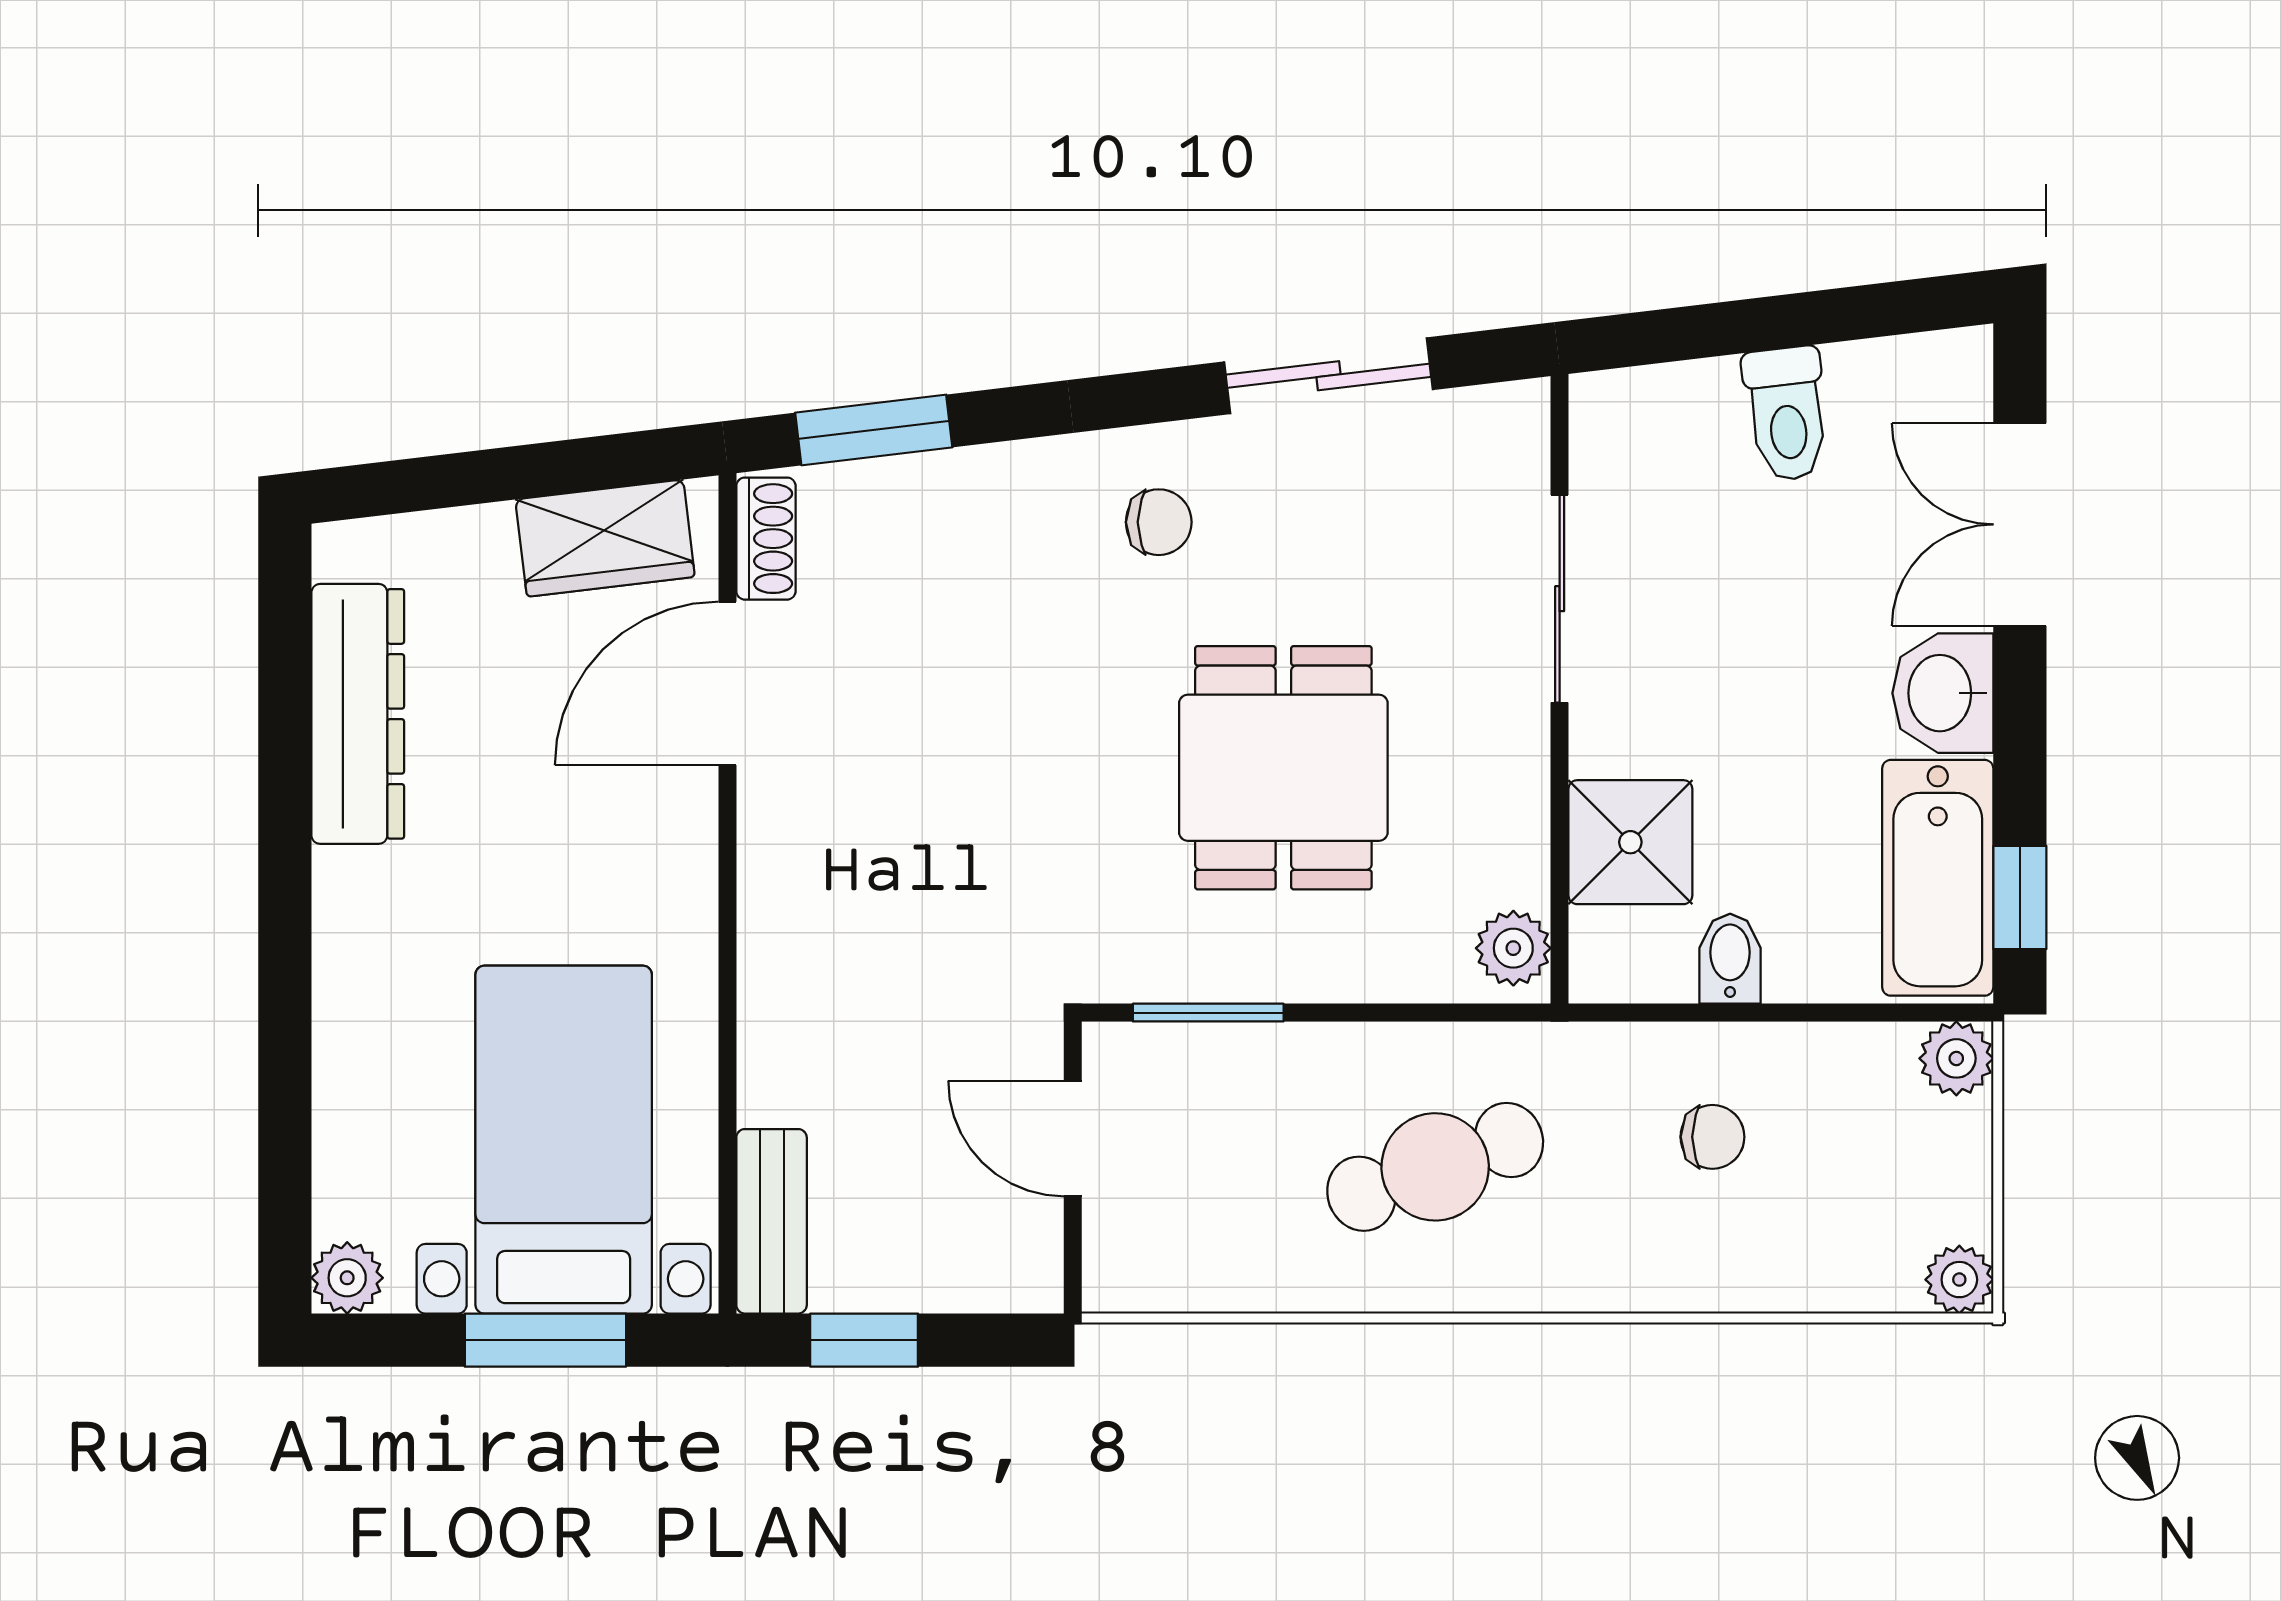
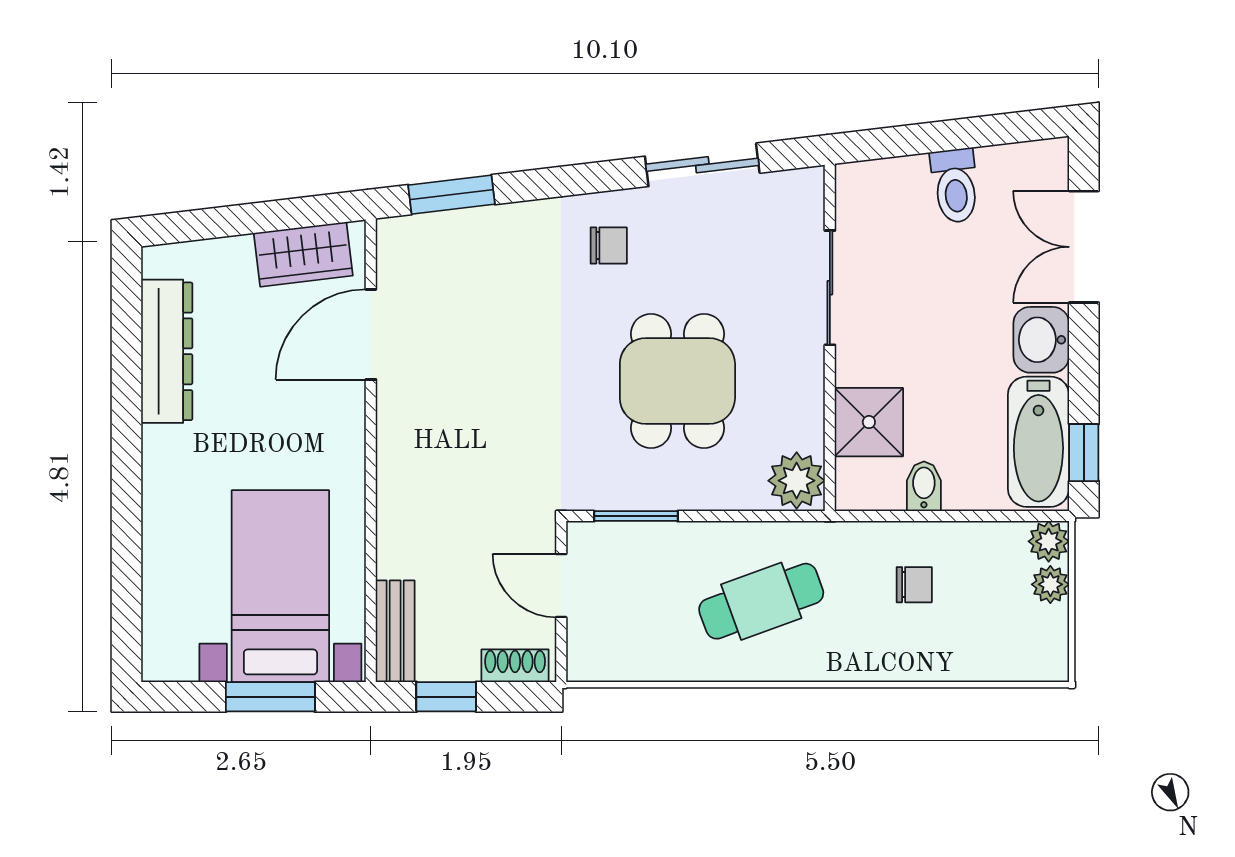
shoe rack: (766, 539) -> (515, 666), moved, turned -90
plant: (1513, 948) -> (797, 481), width x1.38, depth x1.38
plant: (347, 1278) -> (161, 662), removed
plant: (1959, 1280) -> (1050, 584), moved

